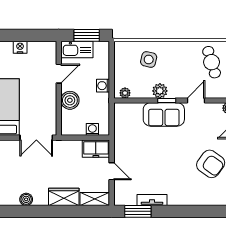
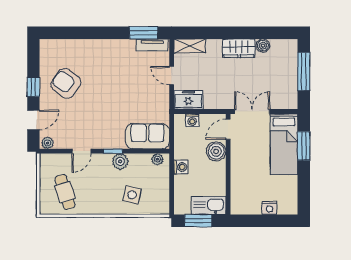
door: (59, 74) -> (228, 129), moved
sofa: (164, 114) -> (147, 136), moved
wardrobe: (64, 197) -> (239, 48), moved
tv unit: (152, 200) -> (152, 45), moved

